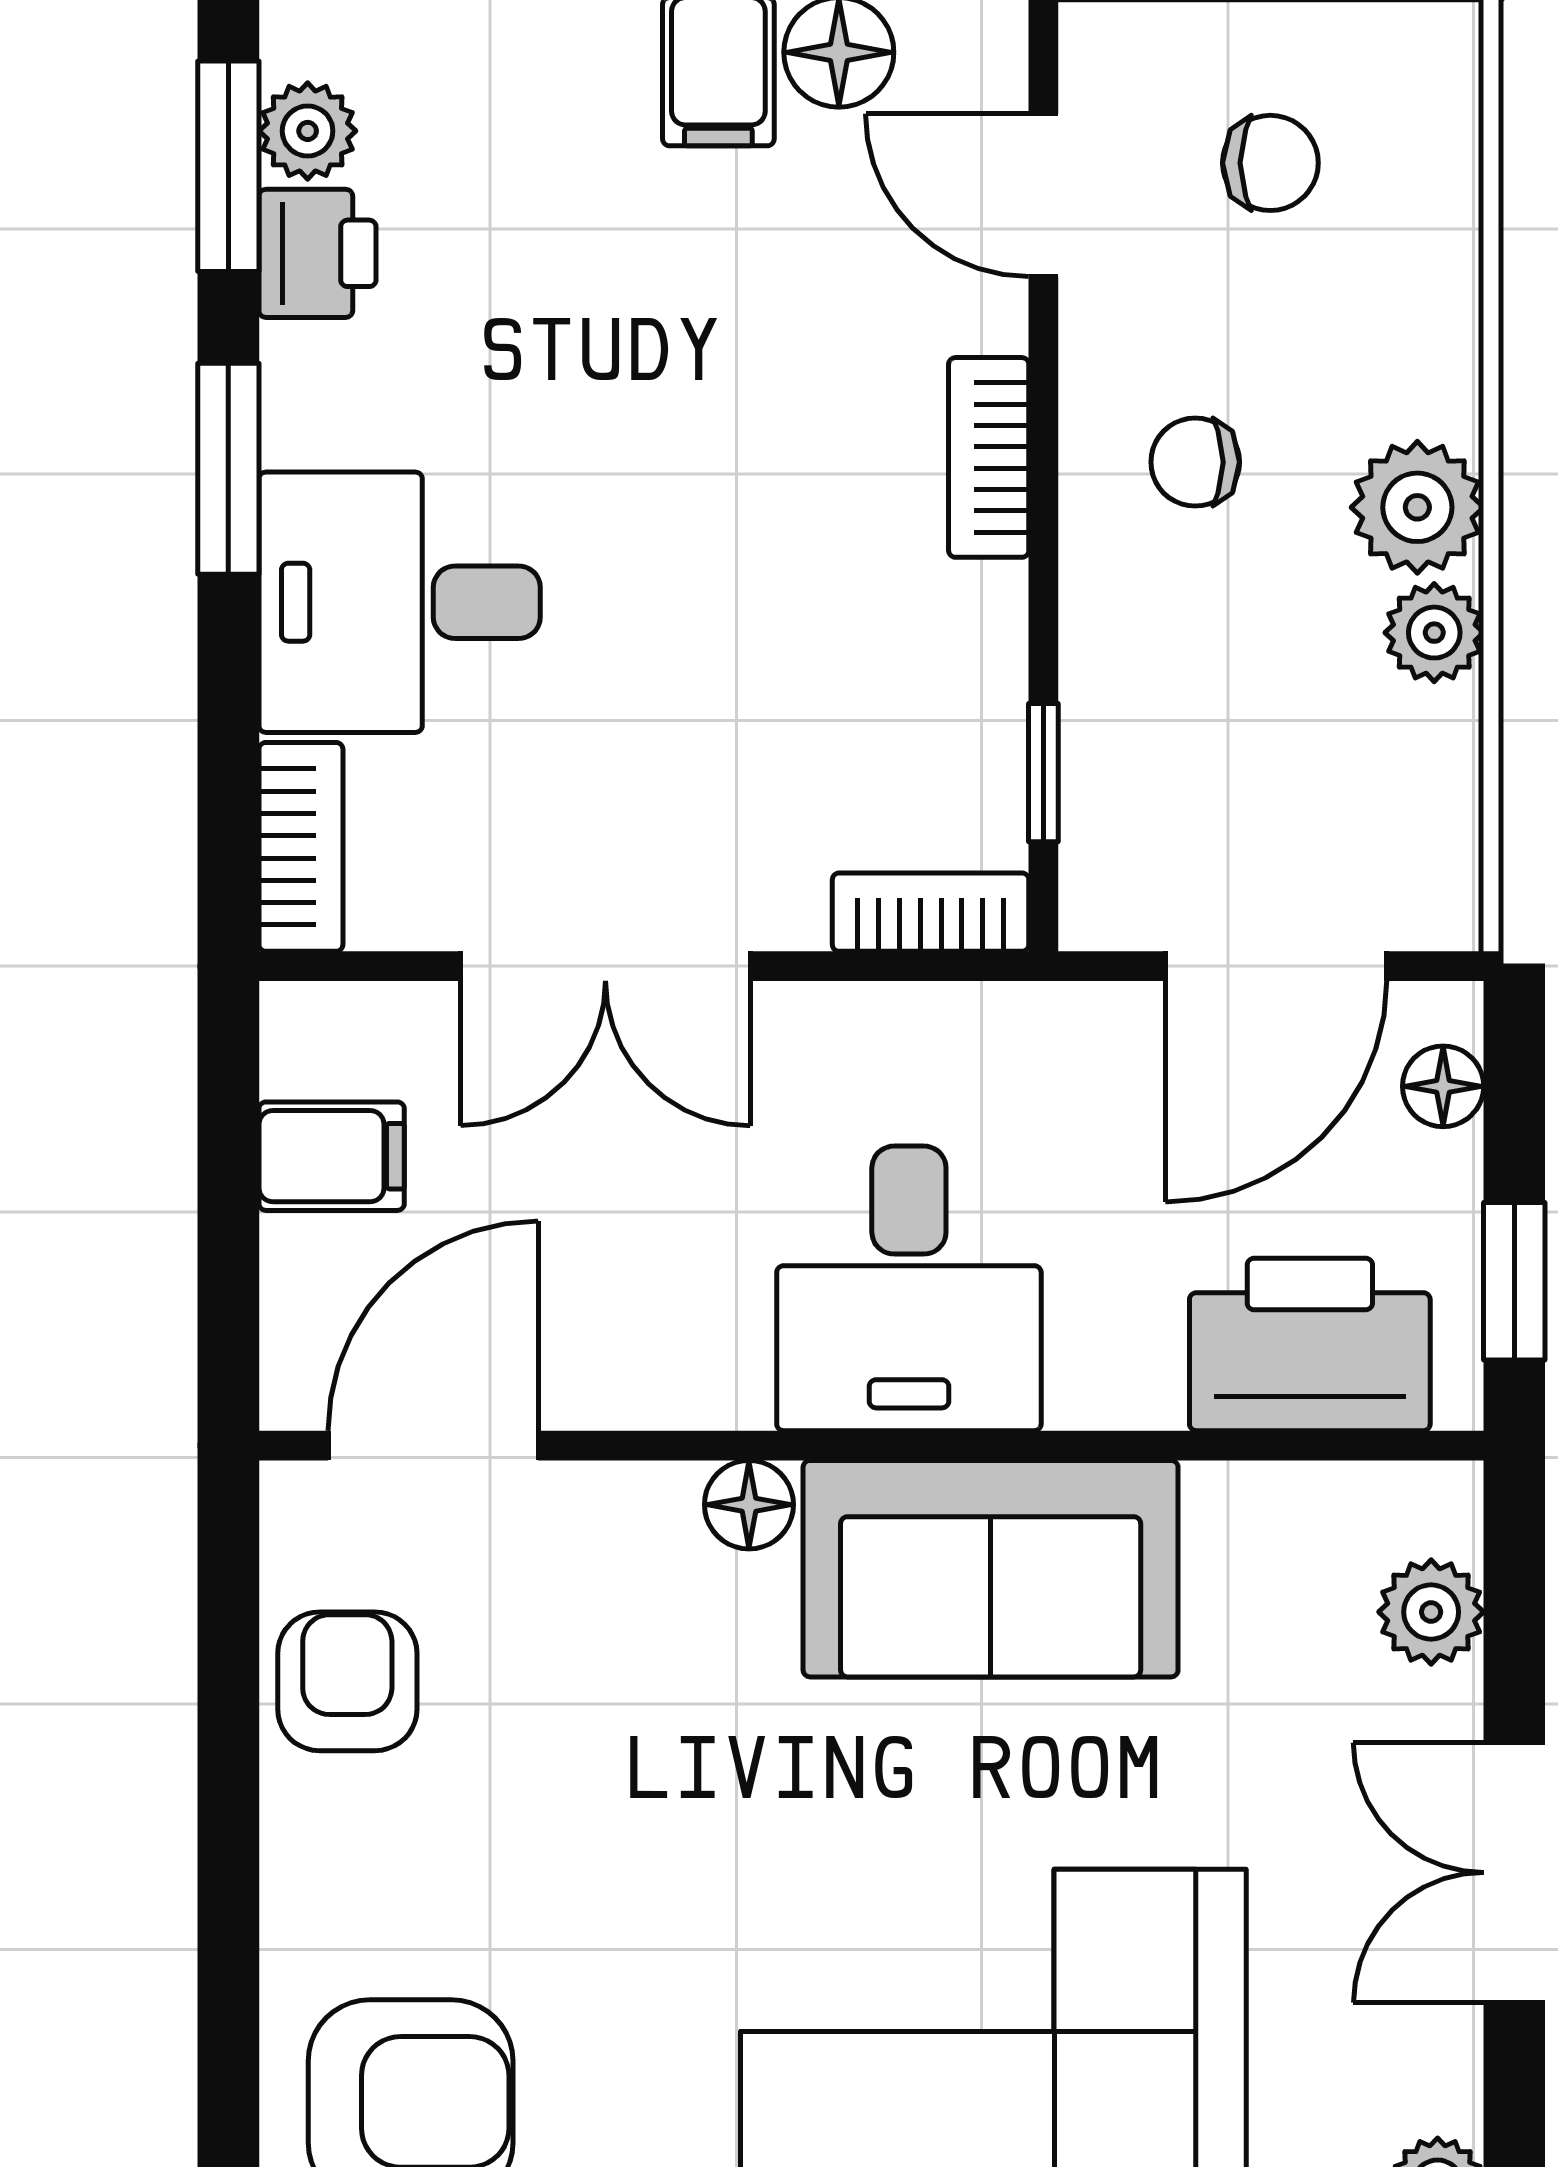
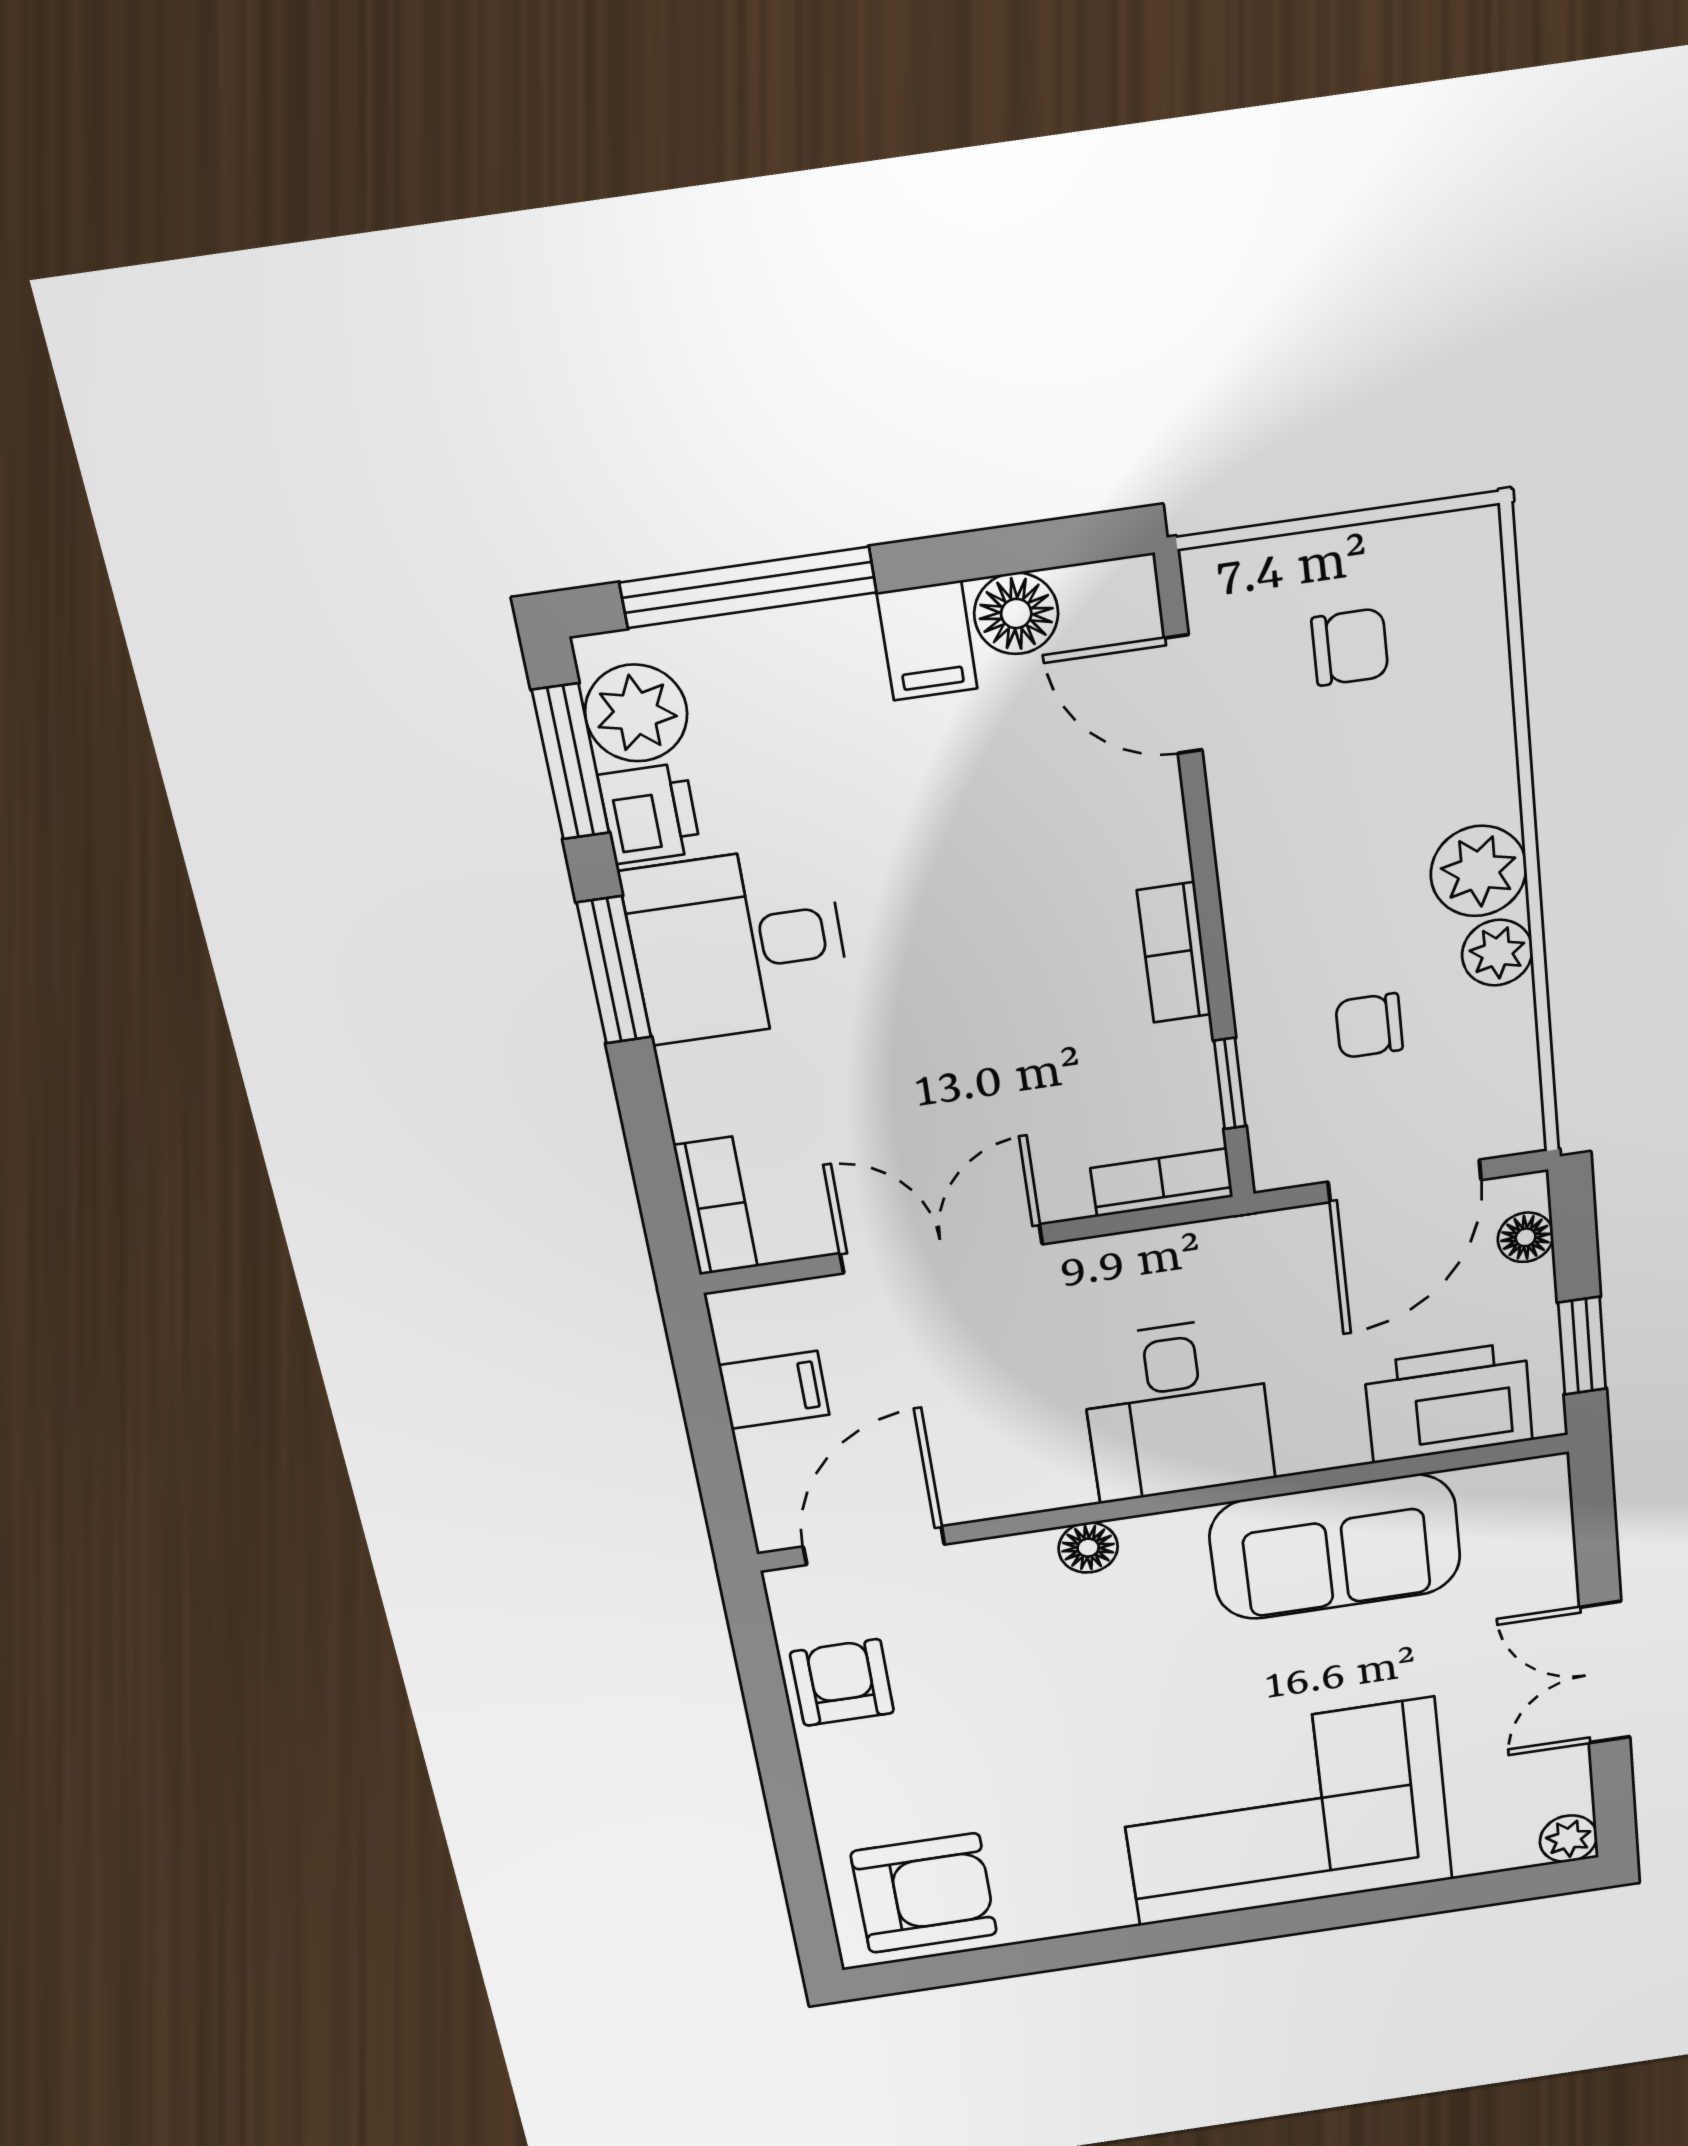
plant: (308, 131) -> (636, 713), width x1.38, depth x1.38
bookcase: (989, 457) -> (1174, 953), moved
chair: (1195, 462) -> (1369, 1026), moved
desk: (400, 602) -> (737, 945), moved
double door: (605, 966) -> (941, 1249), swing flipped
sofa: (991, 1569) -> (1335, 1547), moved
plant: (1431, 1612) -> (1541, 1541), removed

